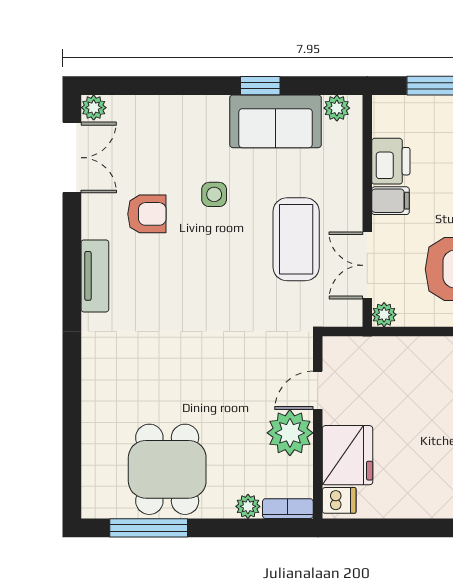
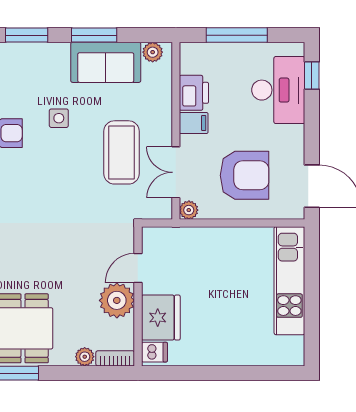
window: (172, 86) -> (27, 35), added
window: (260, 86) -> (94, 35), width x1.50

